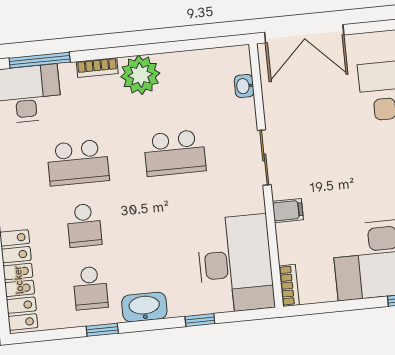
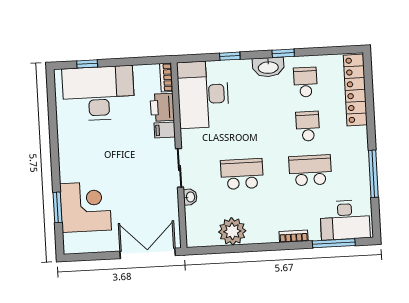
plant: (140, 75) -> (232, 231), moved
washbasin: (244, 86) -> (190, 197), moved
printer: (293, 243) -> (162, 107), added
window: (102, 330) -> (283, 53), moved

